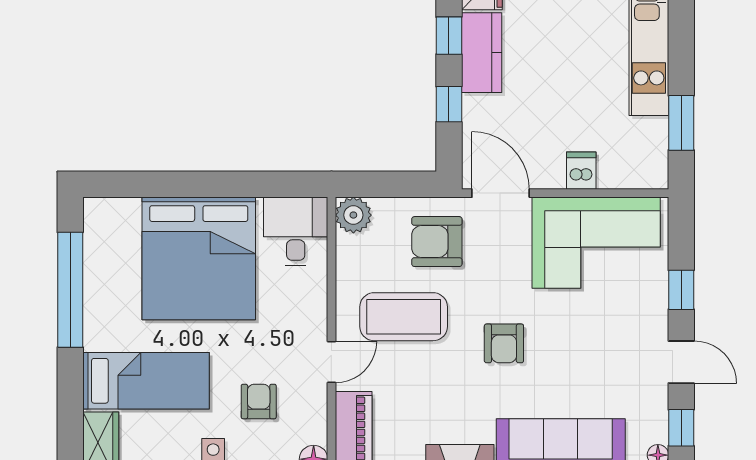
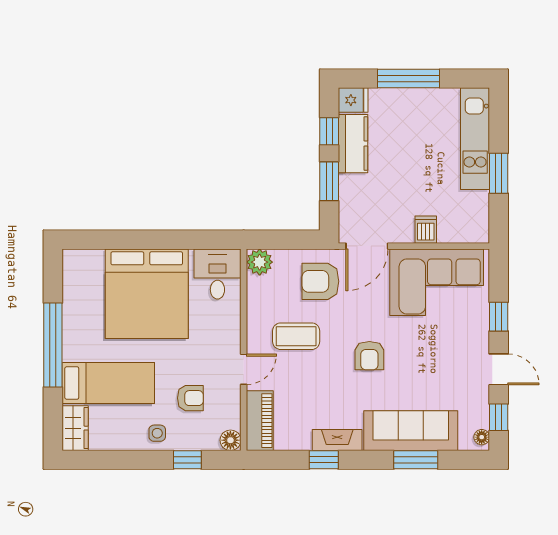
window: (449, 104) -> (329, 181), width x1.50
window: (681, 123) -> (499, 173), moved
door: (501, 193) -> (367, 246), swing flipped
window: (70, 290) -> (53, 345), moved
coffee table: (404, 317) -> (296, 336), width x0.73, depth x0.76
armchair: (259, 402) -> (190, 398), turned 90

